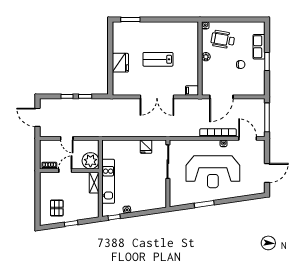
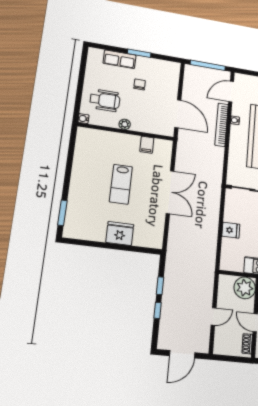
wheelchair: (223, 40) -> (105, 100), turned -100
filing cabinet: (192, 91) -> (147, 145), moved
fridge: (146, 147) -> (231, 230), moved

